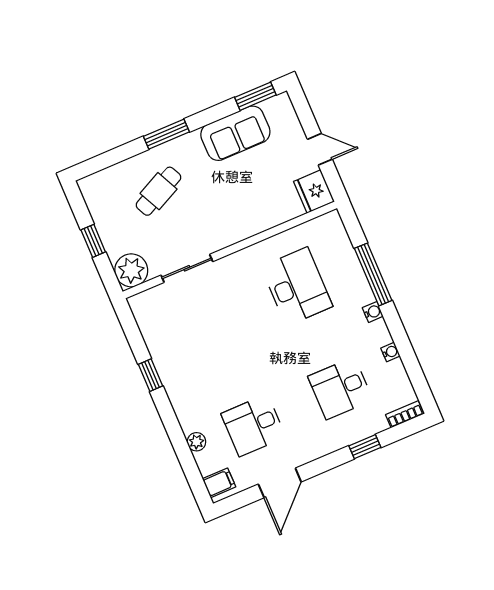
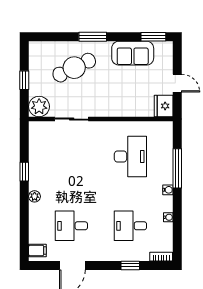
cafe table: (159, 191) -> (74, 68), width x1.37, depth x1.35
plant: (197, 442) -> (35, 196), moved

